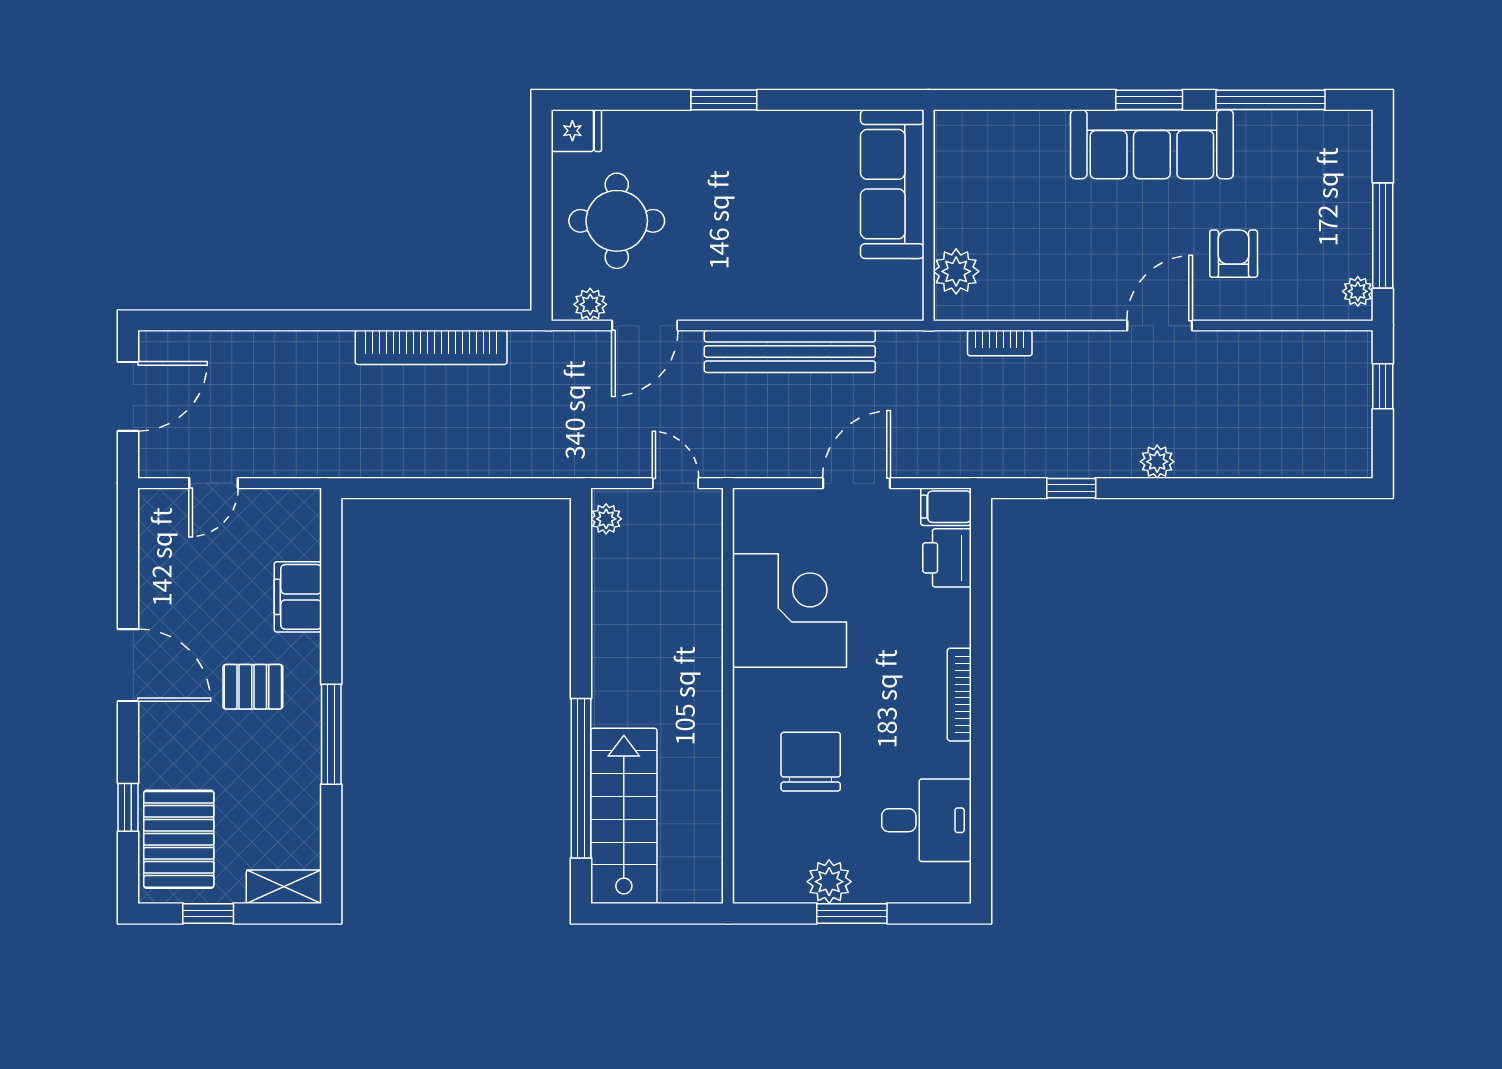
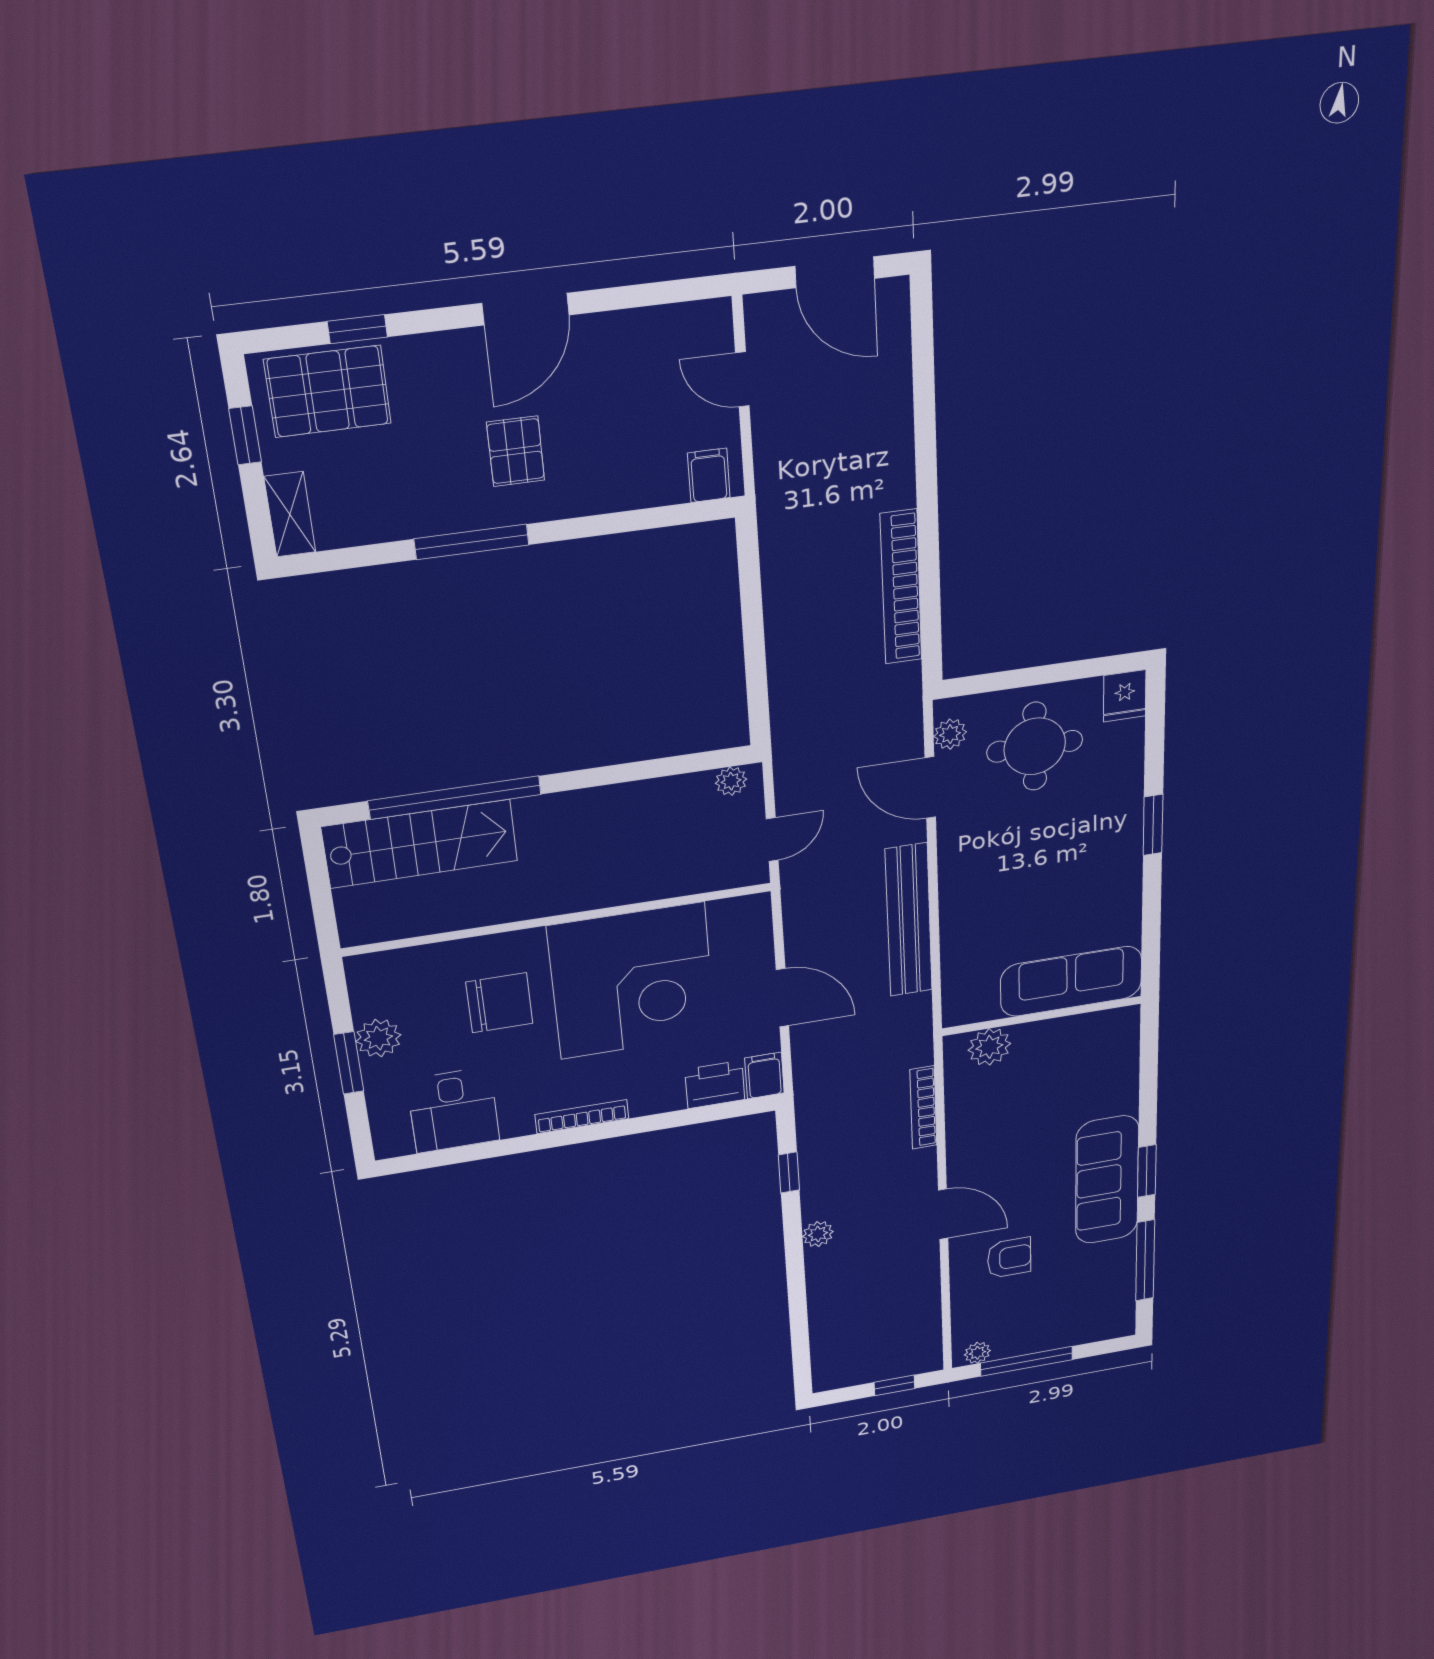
bookcase: (1000, 343) -> (923, 1108), width x1.56
filing cabinet: (298, 597) -> (709, 475), moved, width x0.50
corner desk: (789, 610) -> (632, 981), width x1.36, depth x1.36

